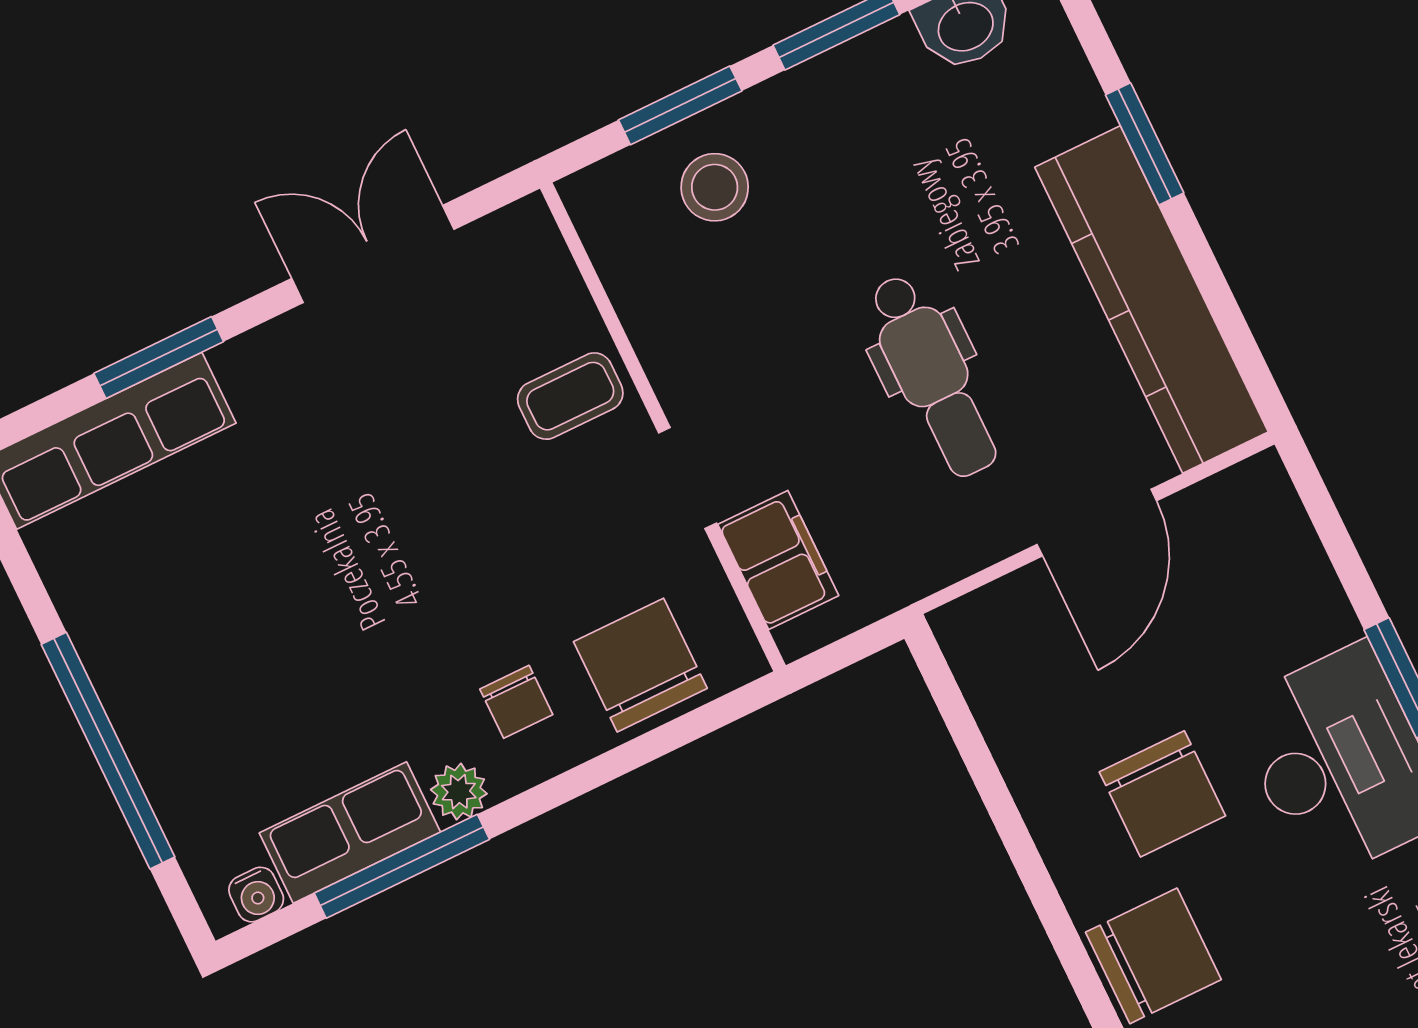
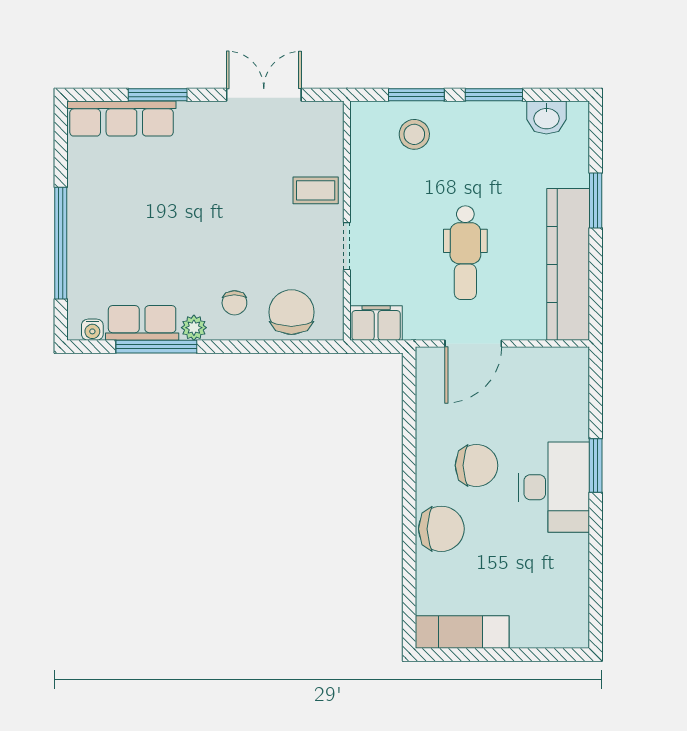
door: (1097, 523) -> (473, 344), moved
filing cabinet: (778, 560) -> (376, 323), moved, turned -90
chair: (1162, 794) -> (476, 465), turned -90

